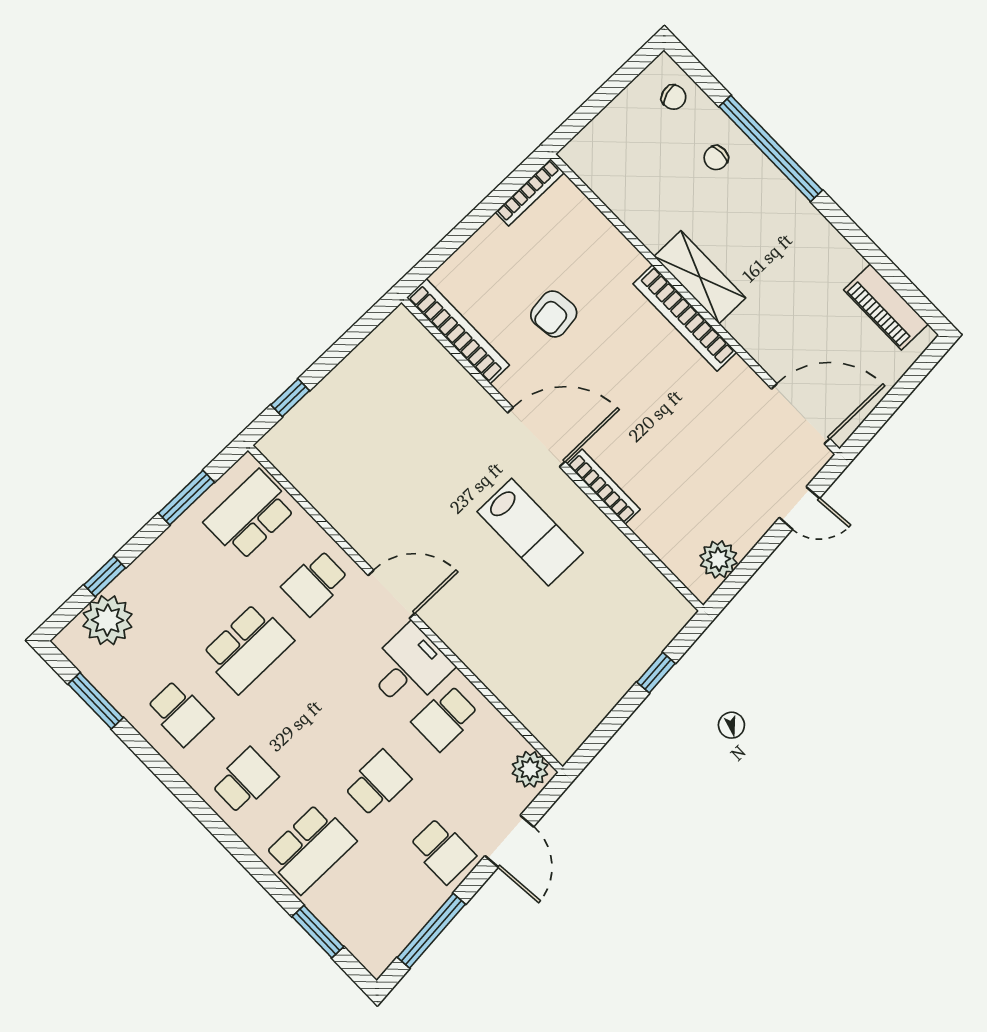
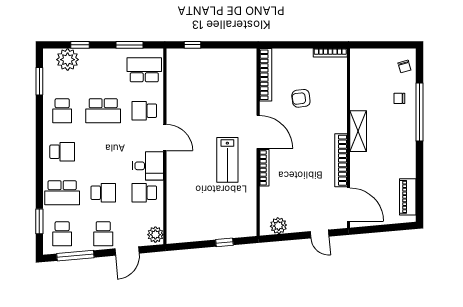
bookcase: (685, 318) -> (341, 160), moved
school desk: (375, 916) -> (62, 234), added

